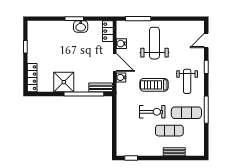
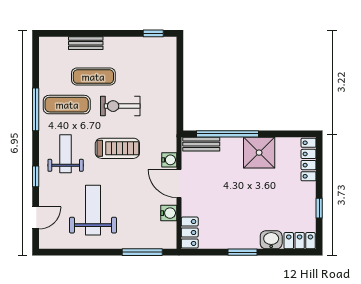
locker: (38, 26) -> (300, 241), added
washbasin: (81, 26) -> (271, 240), moved
weight bench: (155, 43) -> (93, 210), moved, turned 180

